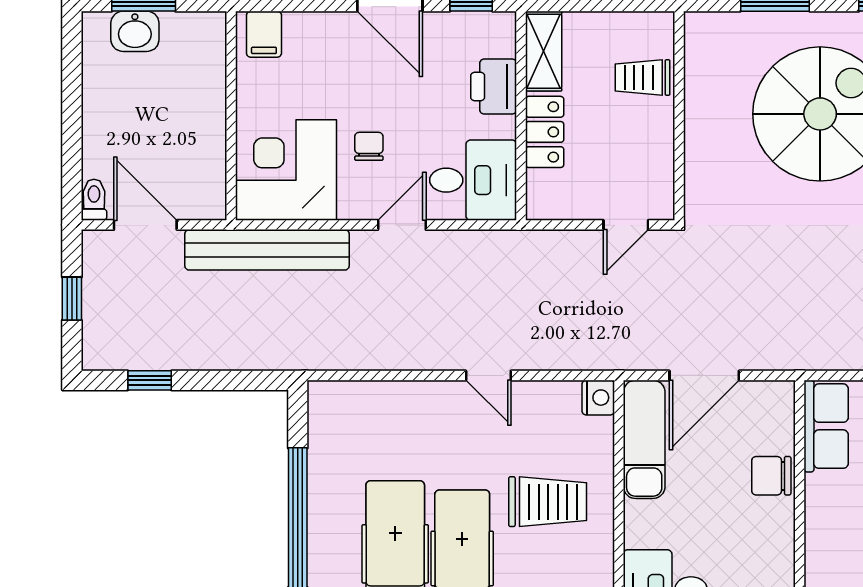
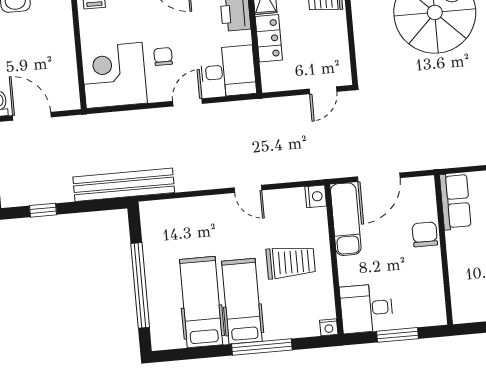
bench: (267, 250) -> (124, 185), moved
chair: (771, 476) -> (425, 234), turned 90

